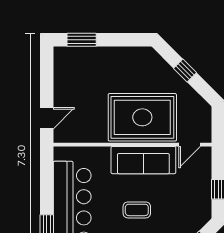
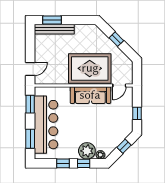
bench: (85, 54) -> (54, 29), added
window: (47, 175) -> (30, 104), added
coffee table: (137, 210) -> (86, 126), removed

